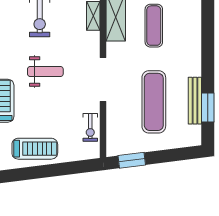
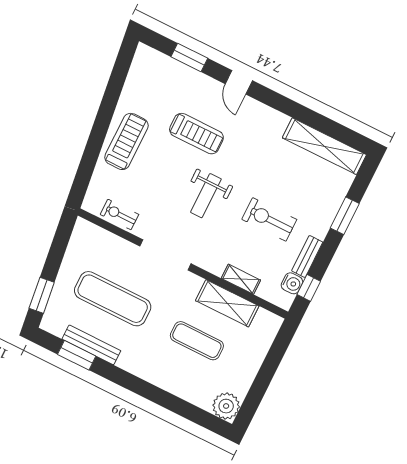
treadmill: (35, 149) -> (126, 141), turned 180
window: (132, 160) -> (42, 295), moved

